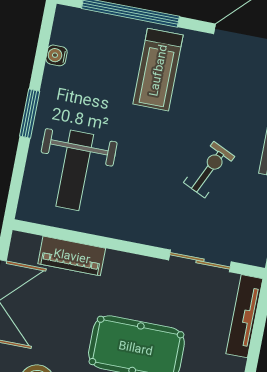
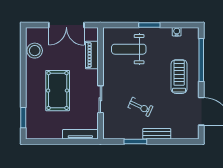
treadmill: (158, 70) -> (179, 77), turned 90
sliding door: (200, 261) -> (100, 99), moved

